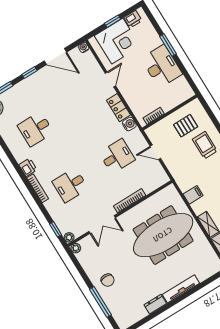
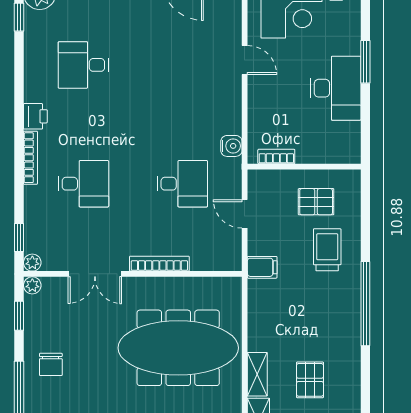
door: (110, 79) -> (245, 60), hinge flipped
locker: (118, 108) -> (230, 111), removed
desk: (70, 185) -> (83, 184), turned 180
filing cabinet: (193, 195) -> (262, 267), moved
window: (78, 266) -> (19, 316), added

